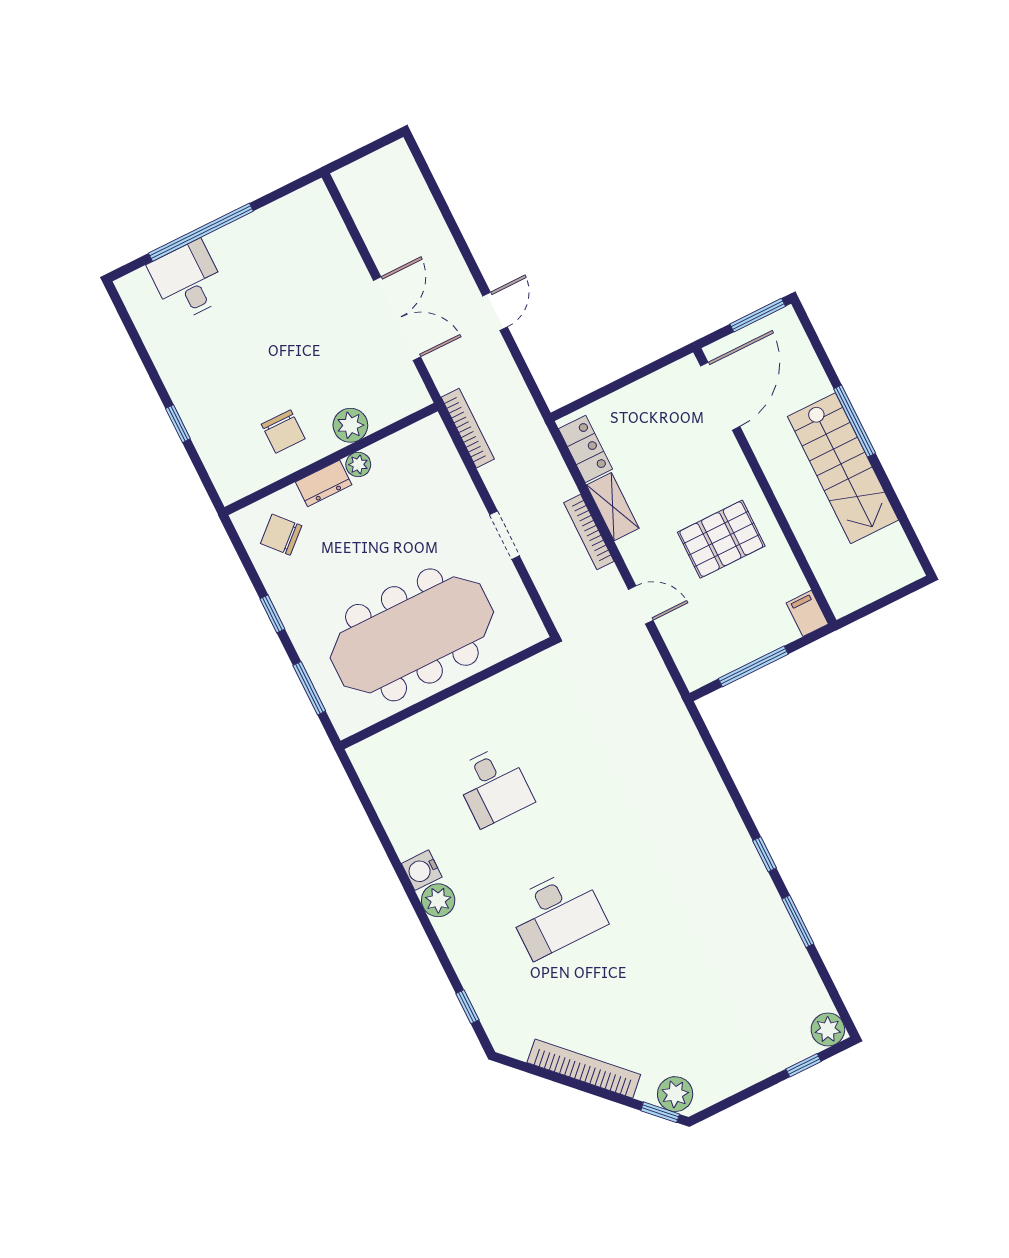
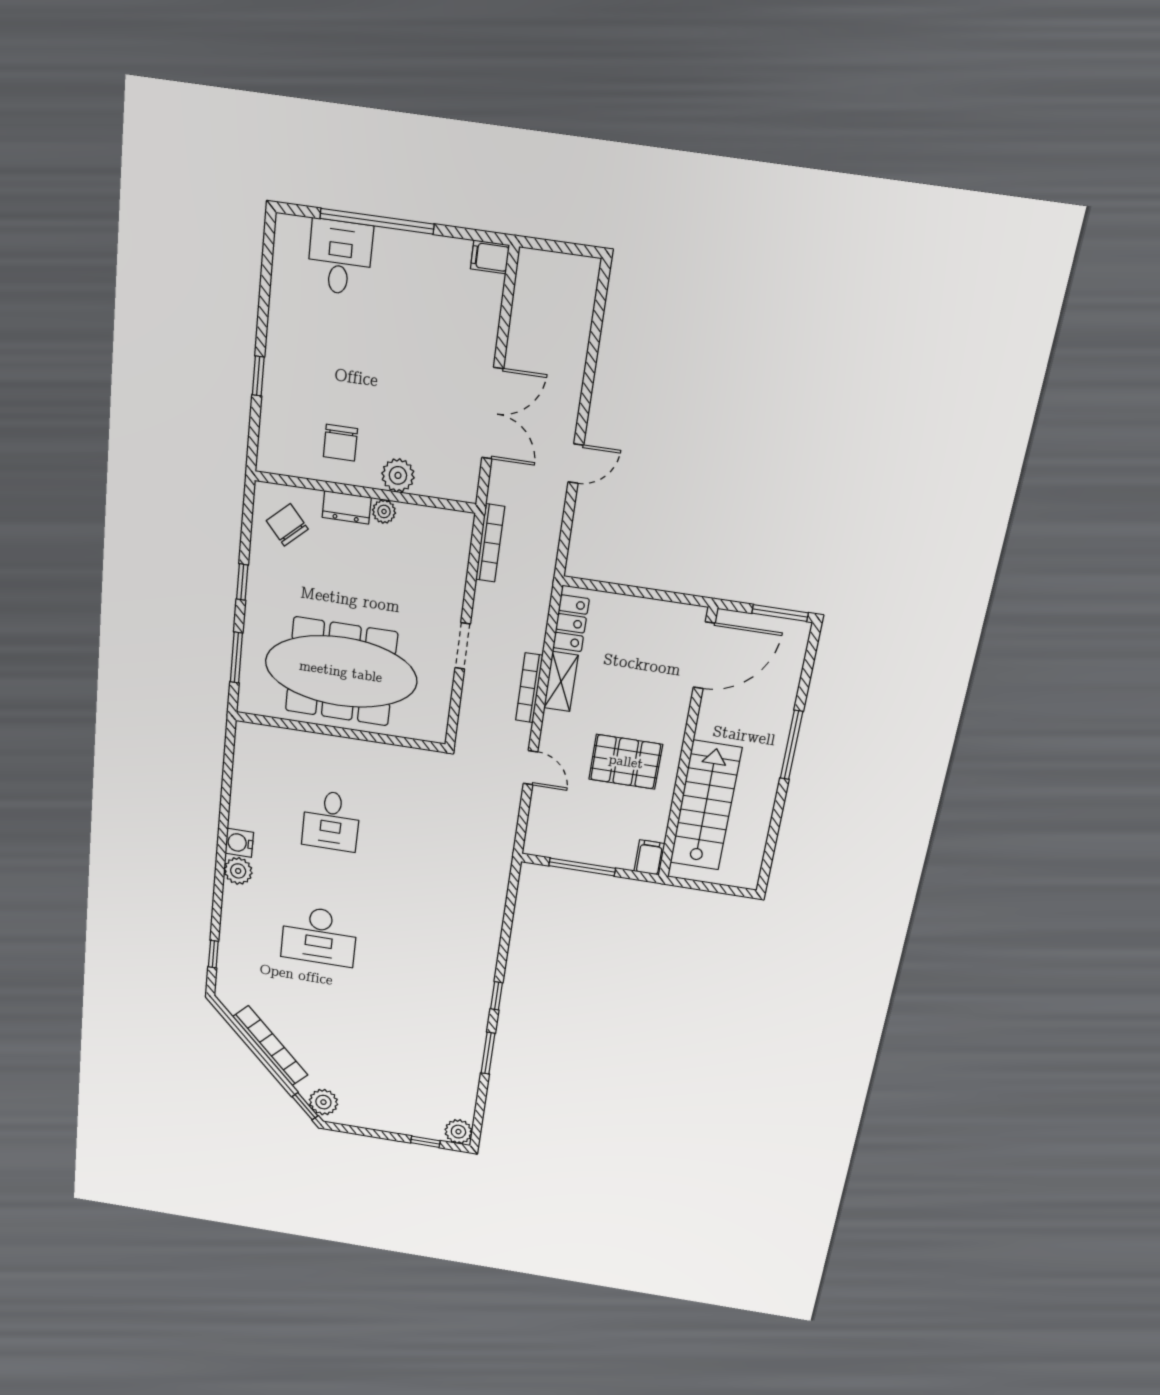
filing cabinet: (312, 197) -> (490, 257), added
stairs: (843, 468) -> (706, 806), moved, turned 180

